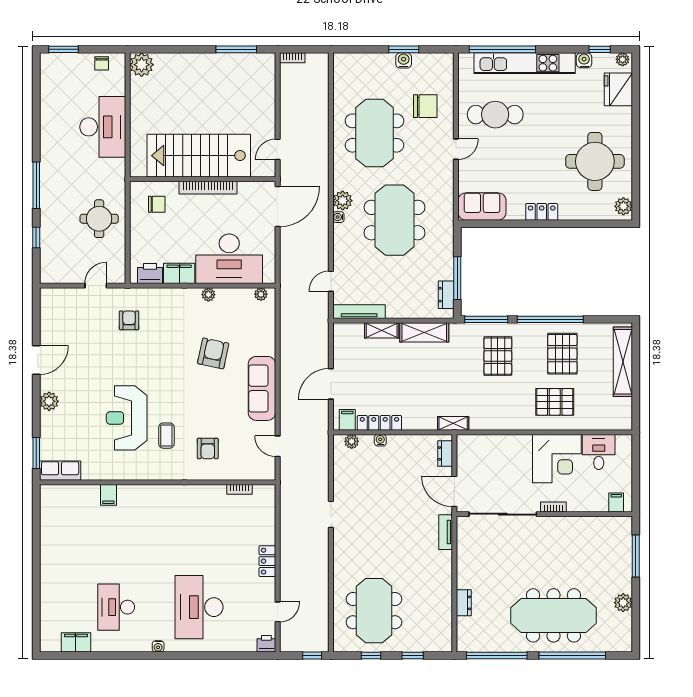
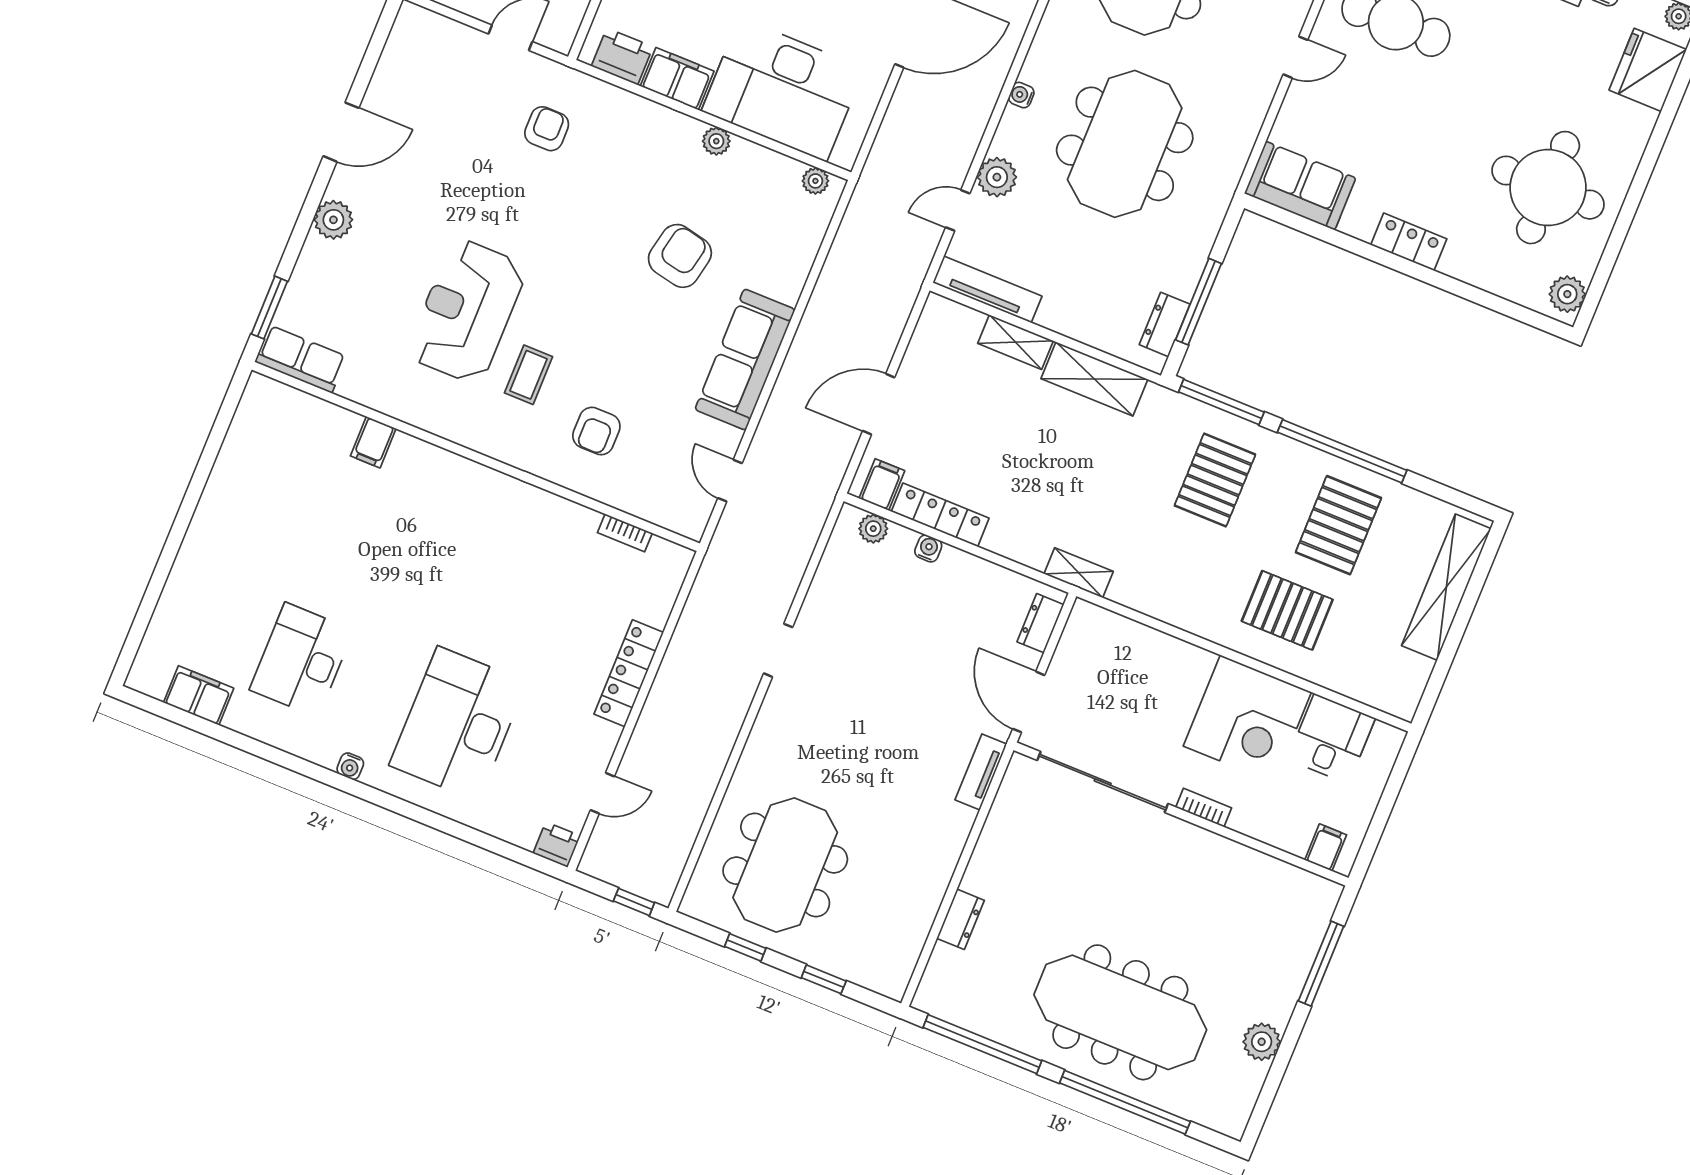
plant: (343, 201) -> (997, 177), moved
locker: (267, 561) -> (629, 673), width x1.53

